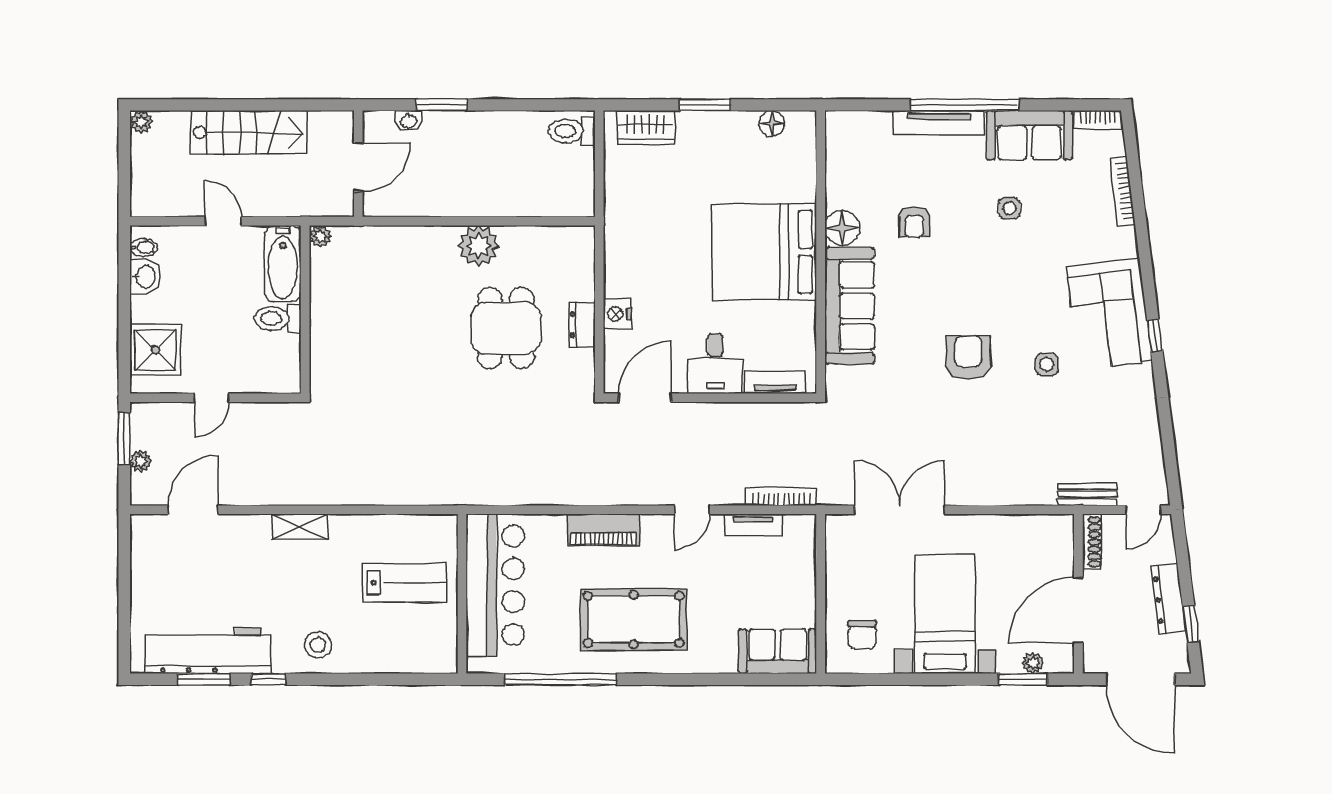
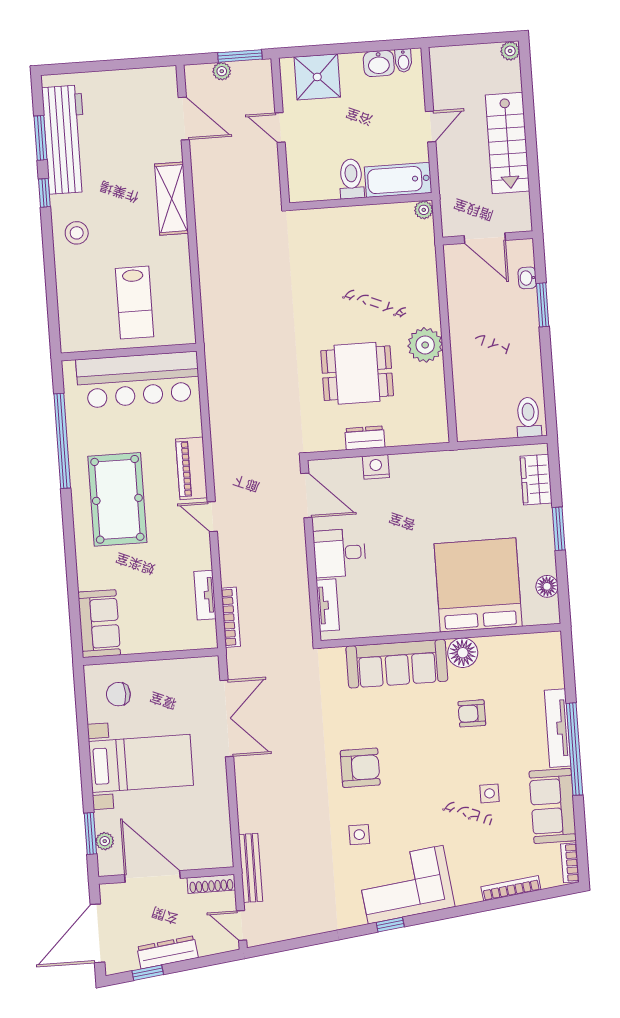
bed: (764, 252) -> (478, 585), moved
bench: (1087, 494) -> (251, 868), width x1.36
door: (692, 510) -> (212, 517), moved
shelving: (300, 527) -> (172, 199), width x1.50, depth x1.33

